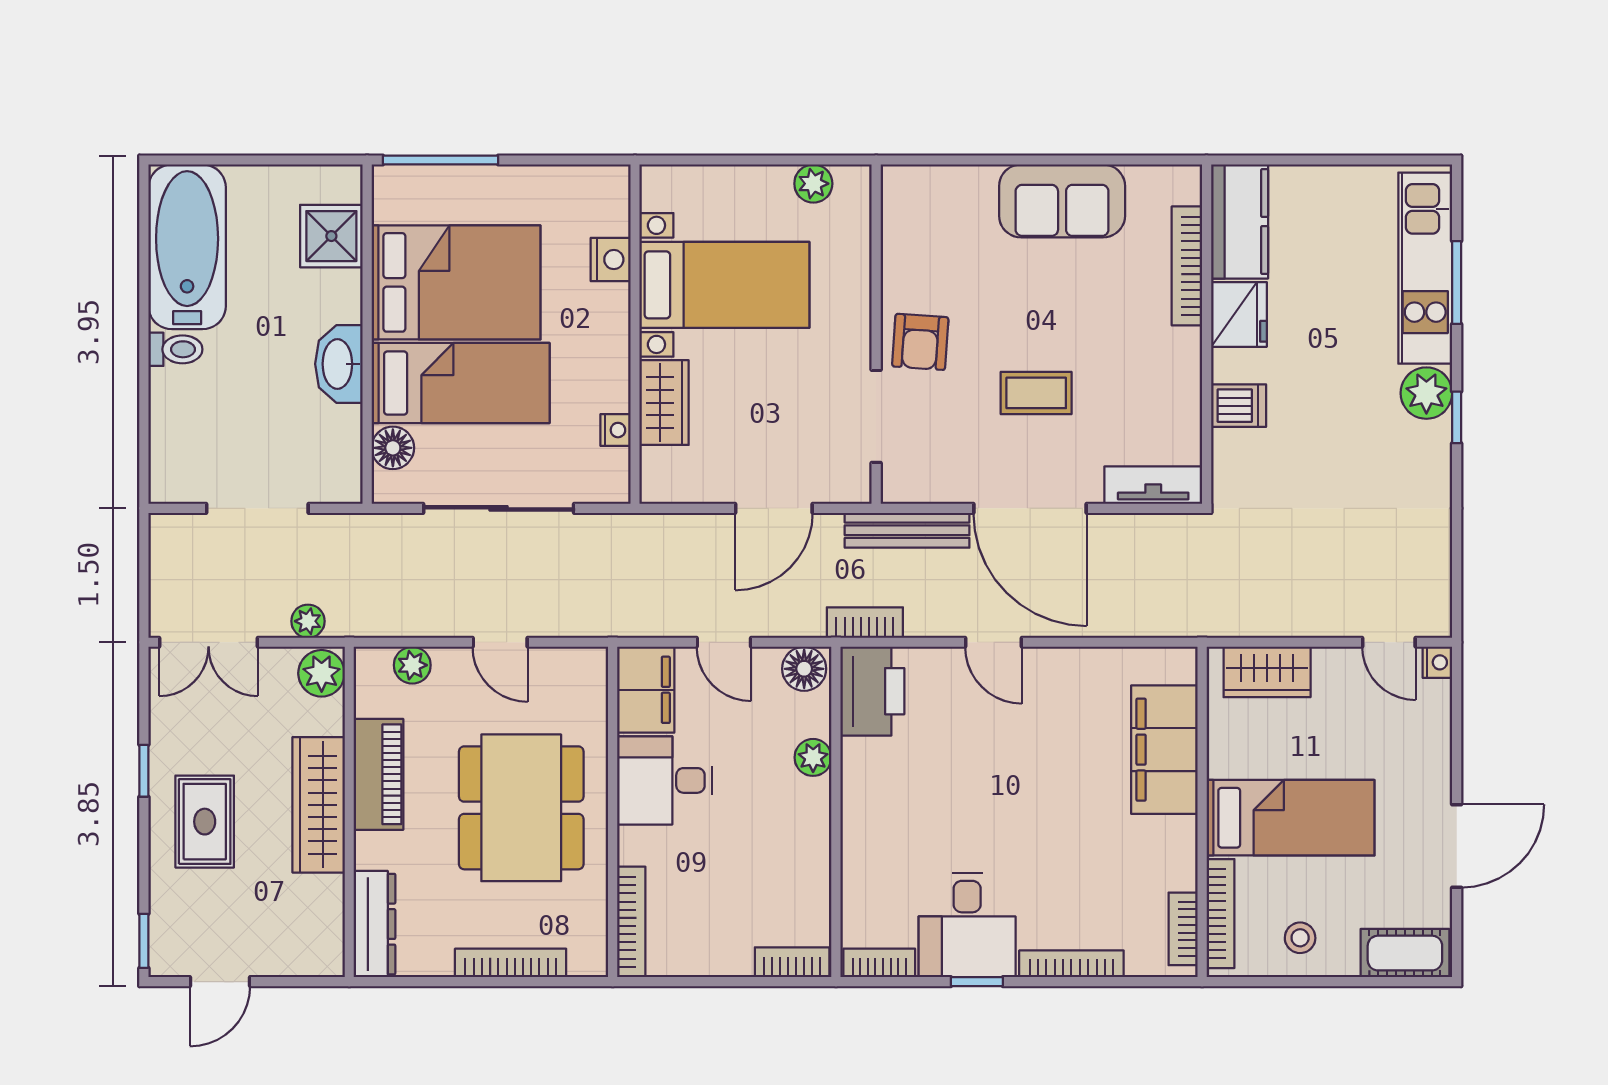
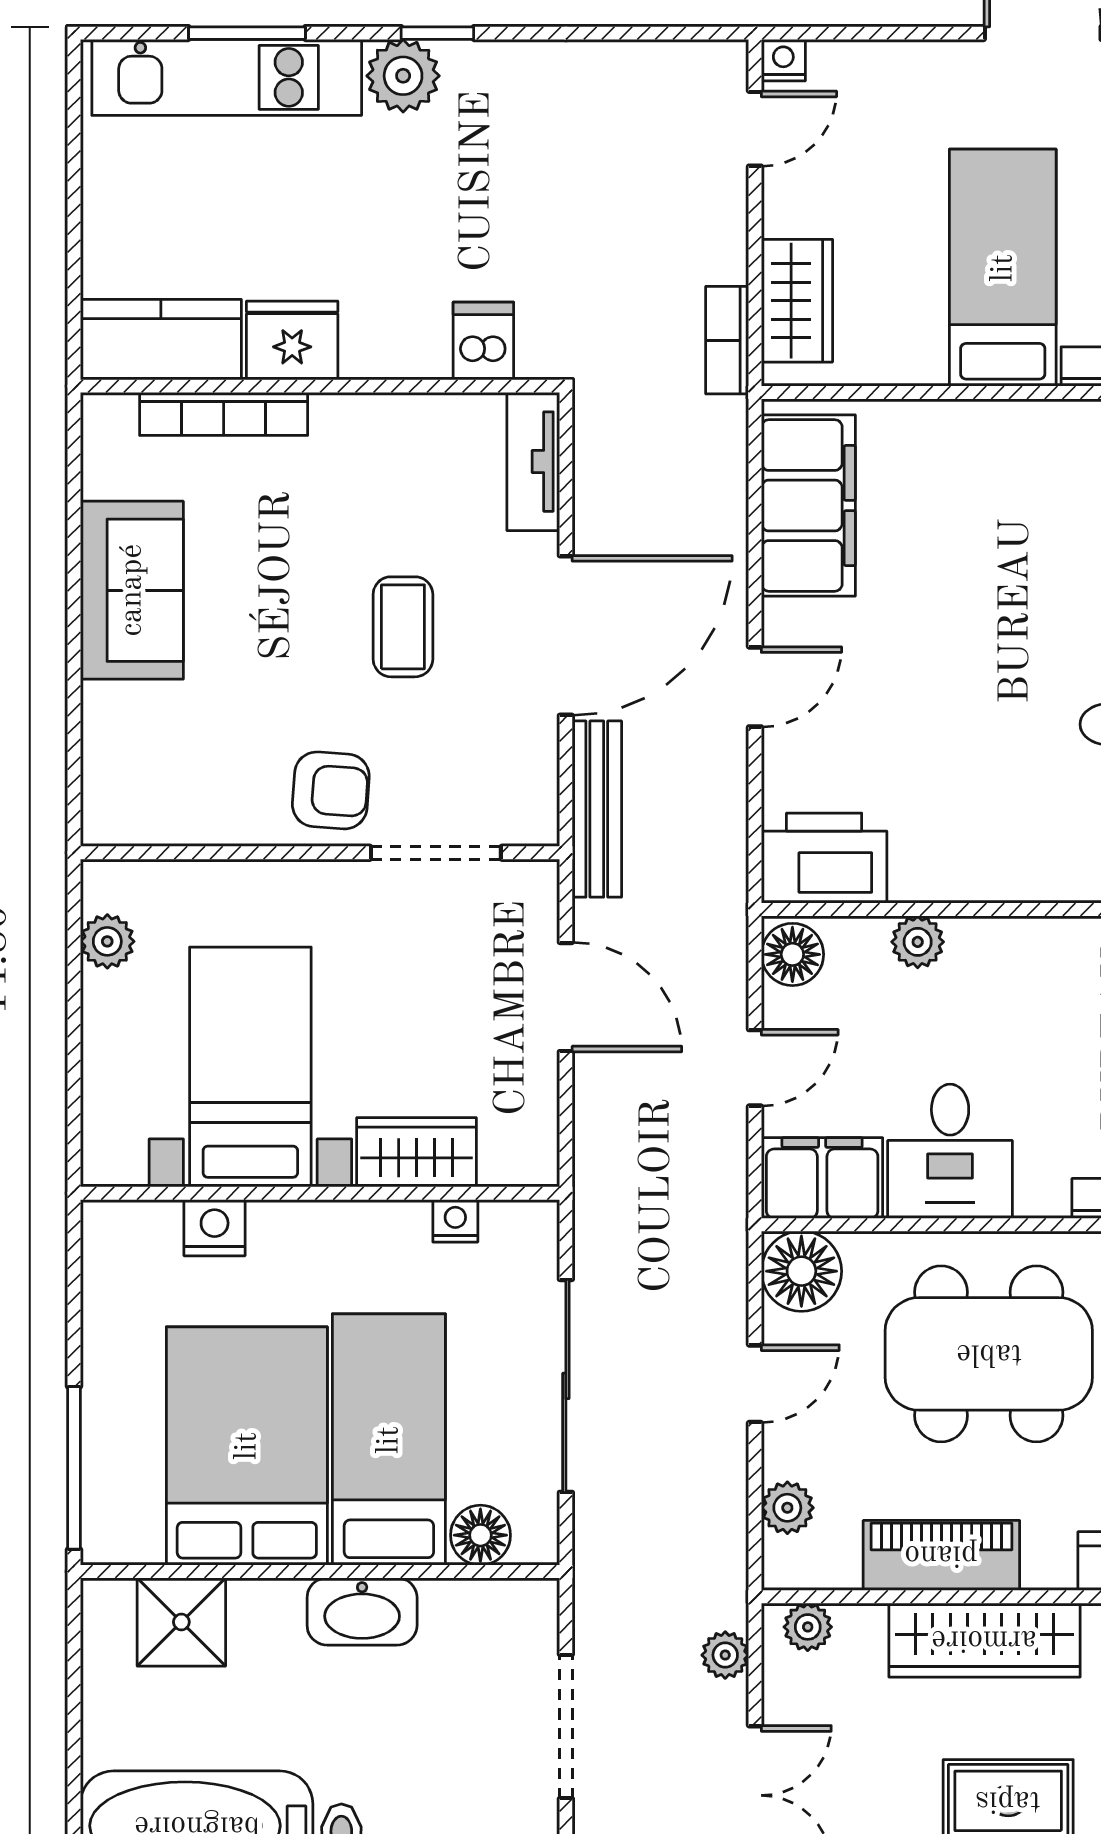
dishwasher: (1239, 406) -> (483, 341), moved
bookcase: (865, 623) -> (727, 340), moved
plant: (322, 673) -> (808, 1627), width x0.73, depth x0.73
floor lamp: (580, 675) -> (801, 1271), added
filing cabinet: (1164, 750) -> (808, 505), moved, turned -90

